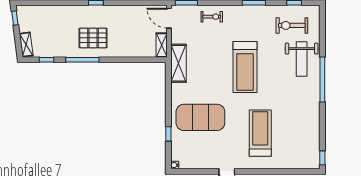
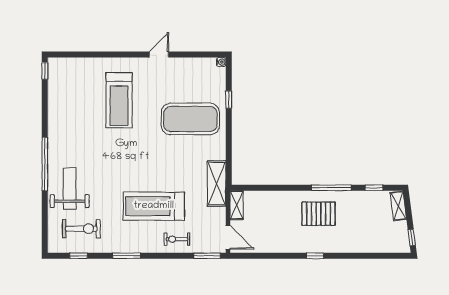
treadmill: (245, 67) -> (154, 206), moved, turned -90

